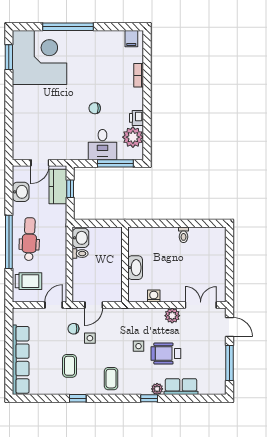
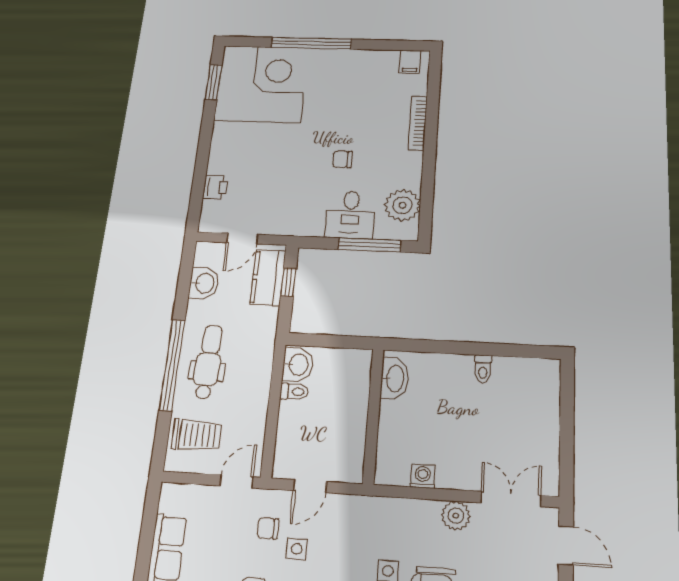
bookcase: (139, 75) -> (418, 123), width x1.56
printer: (136, 118) -> (215, 187), moved, turned 180
washbasin: (135, 268) -> (394, 379), moved

